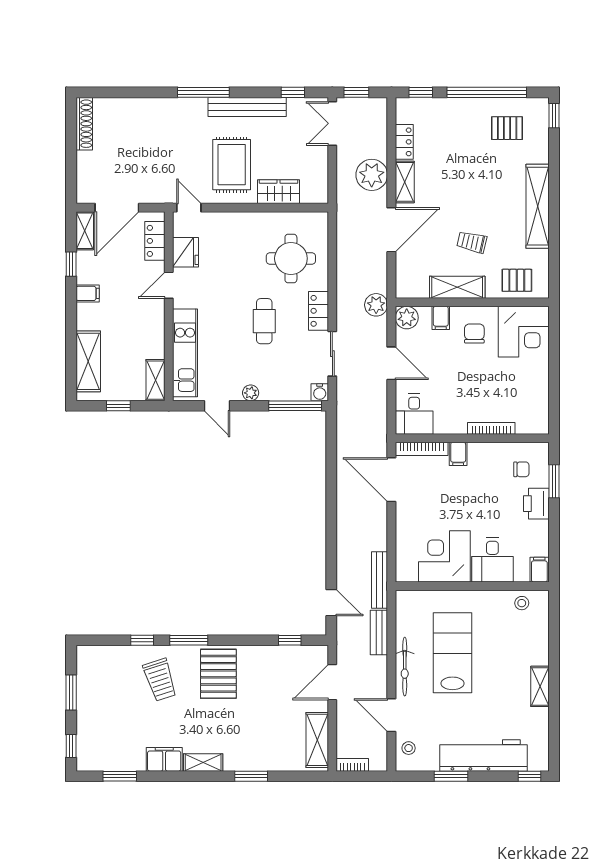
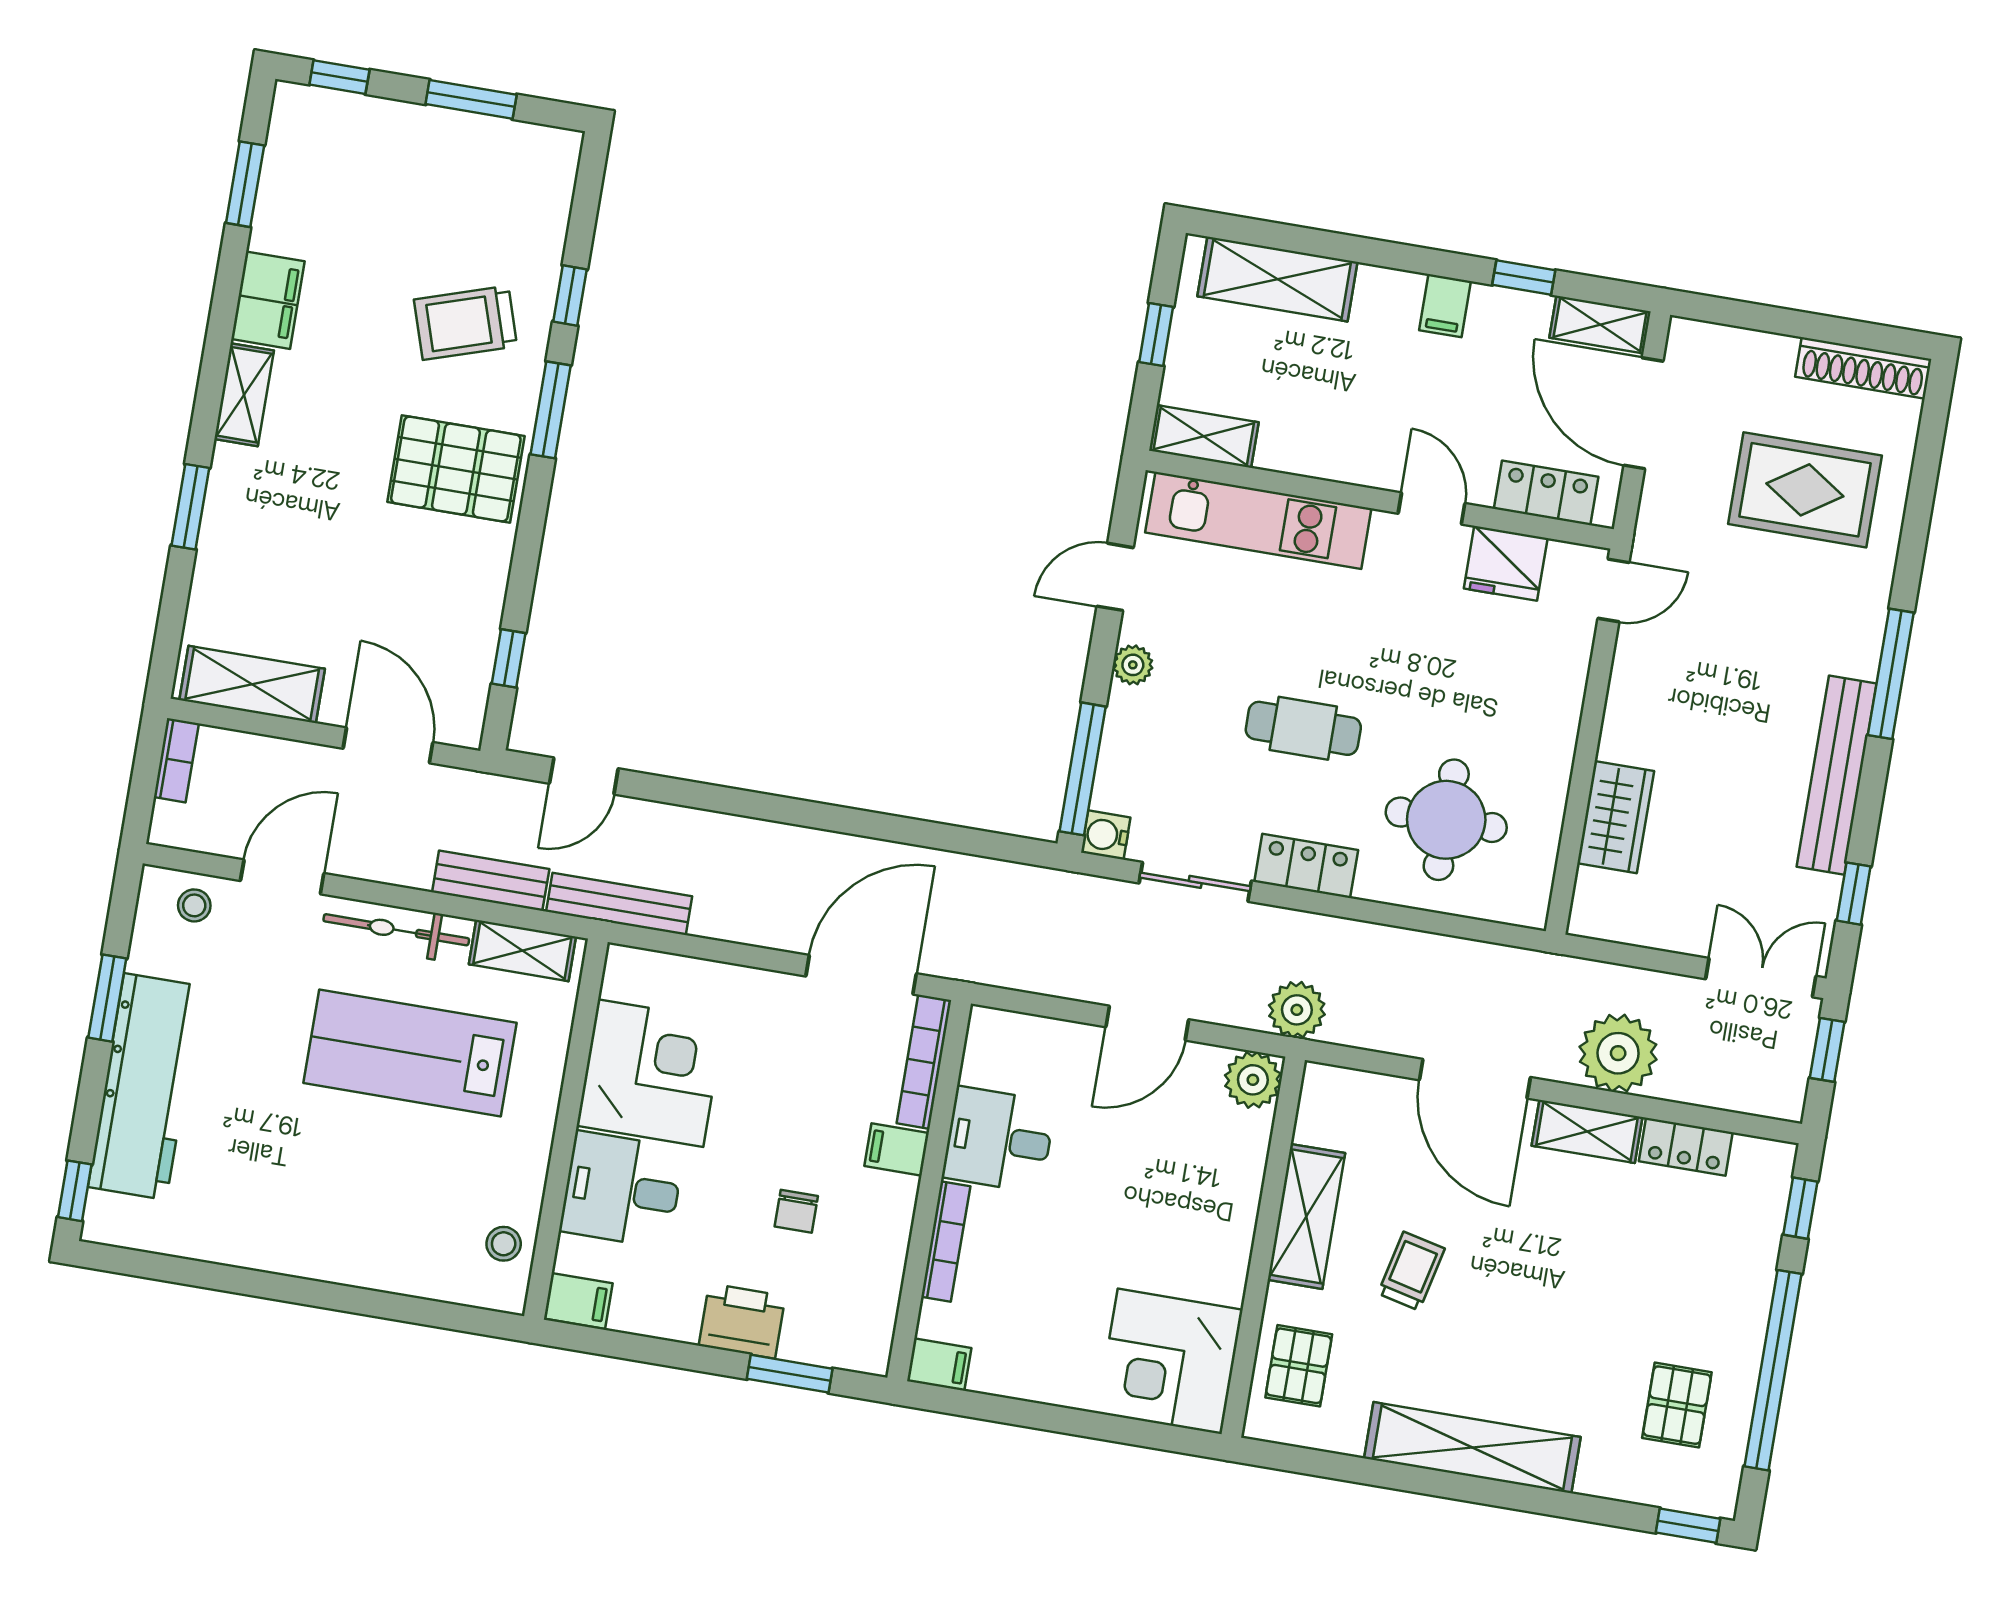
rug: (232, 165) -> (1805, 490), moved
filing cabinet: (441, 318) -> (939, 1364), moved, turned 180
chair: (474, 334) -> (1186, 1239), removed
desk: (414, 414) -> (999, 1140), moved
chair: (521, 469) -> (796, 1211), moved
lab bench: (452, 653) -> (410, 1053), turned 180
shelving: (540, 686) -> (522, 951), moved

